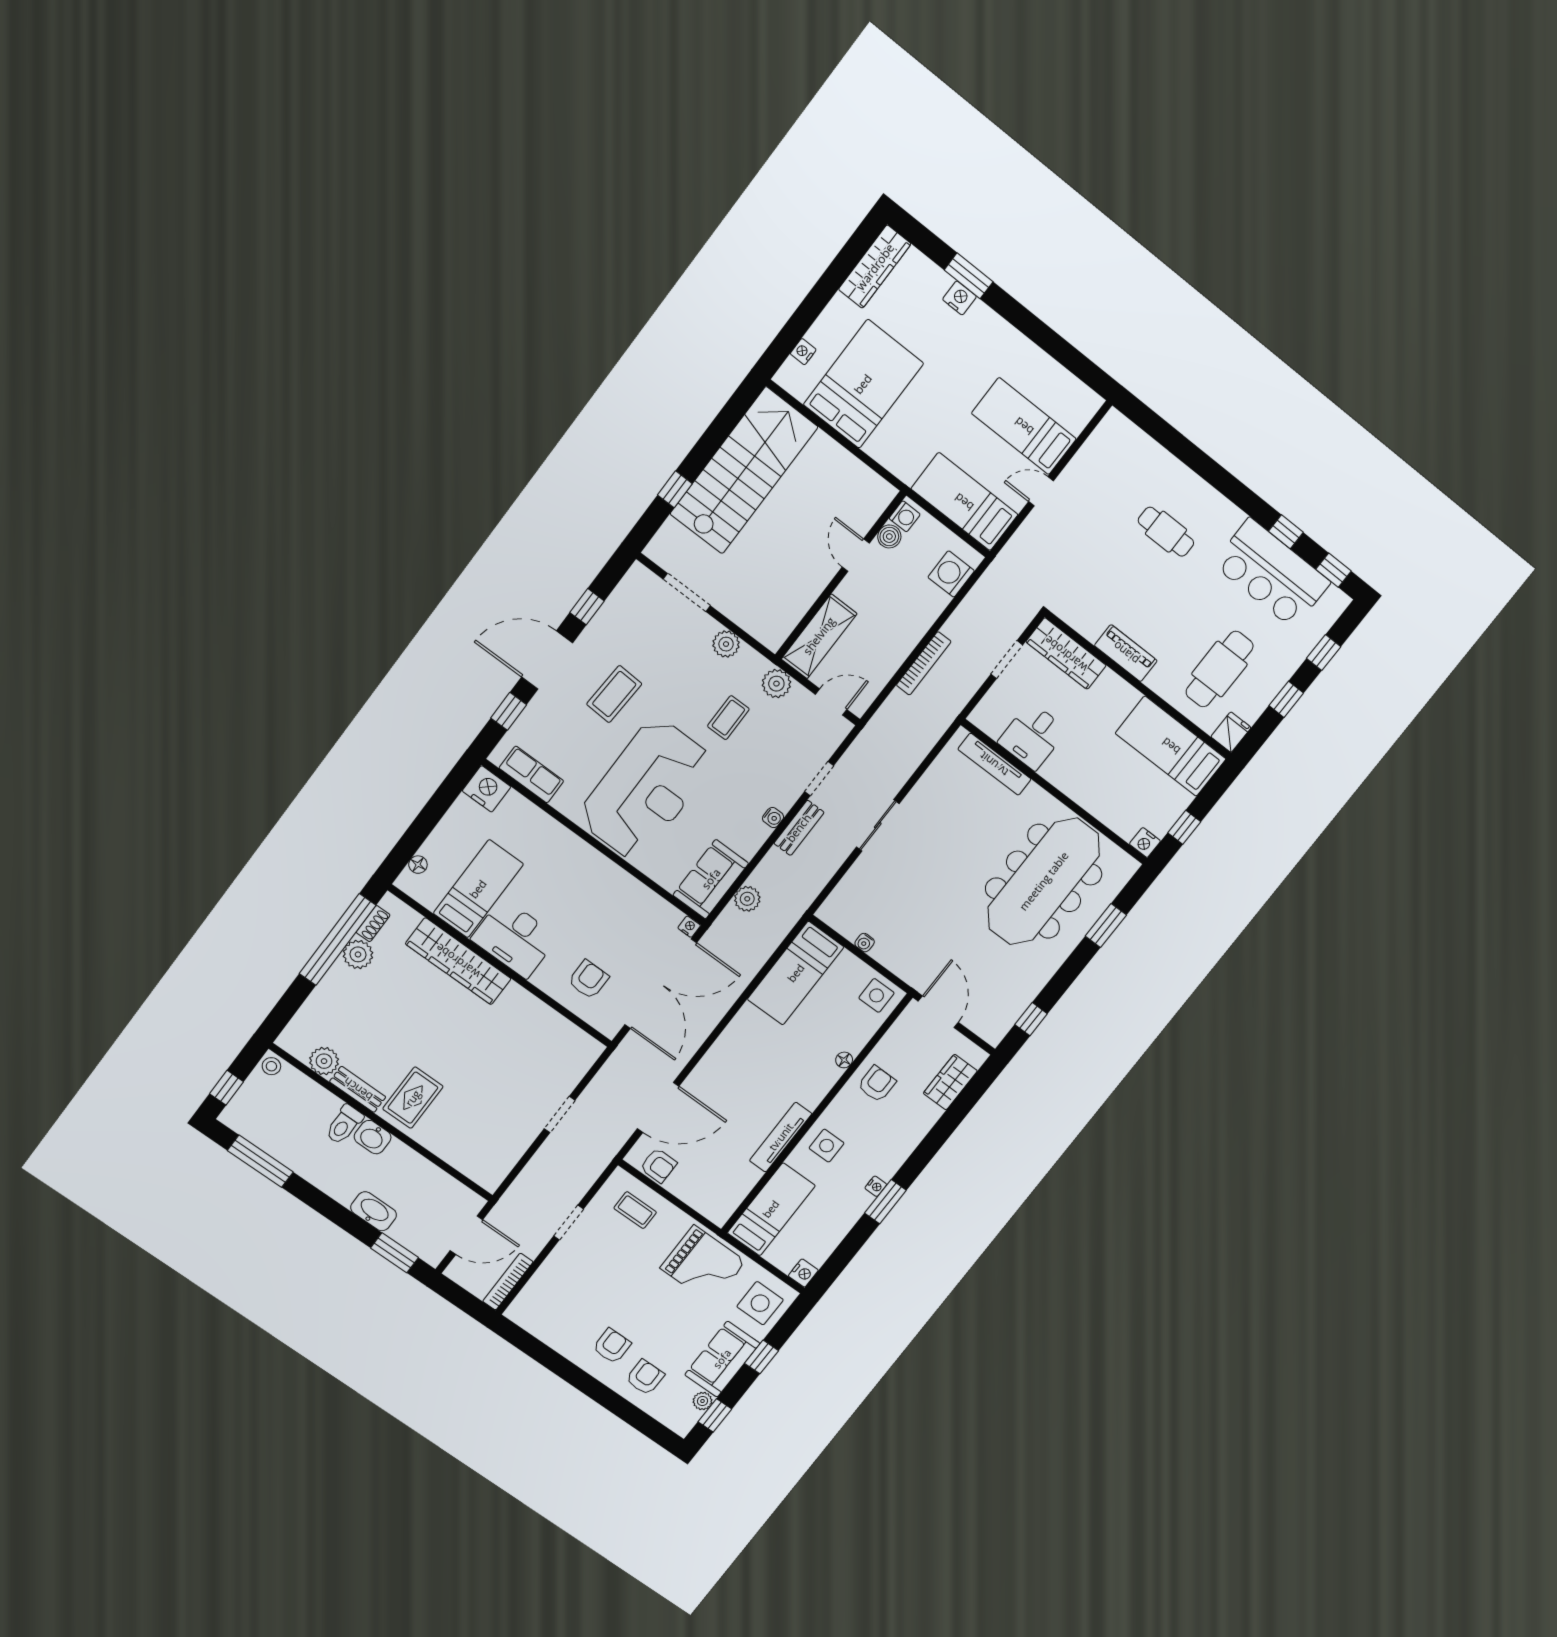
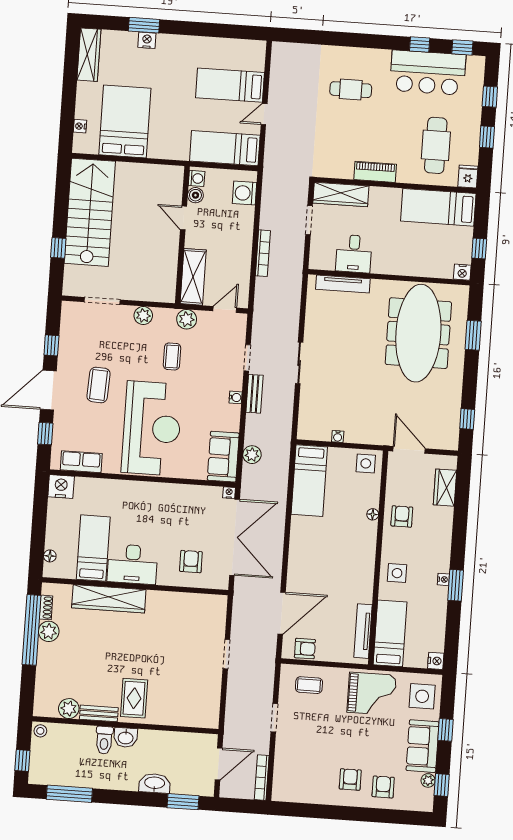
tv unit: (781, 1137) -> (363, 631), moved

